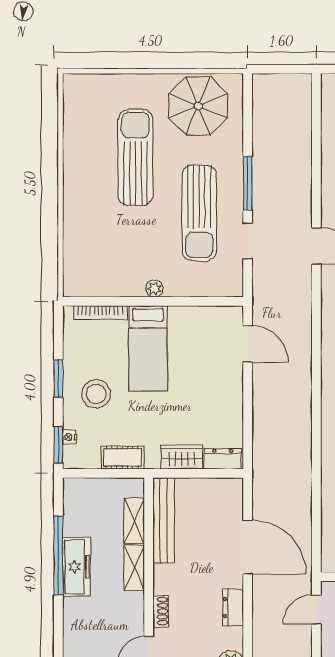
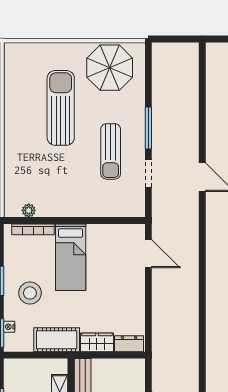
sun lounger: (199, 213) -> (111, 151), width x0.73, depth x0.75
plant: (154, 288) -> (29, 210), moved
cot: (122, 458) -> (57, 340), width x1.37, depth x1.34

